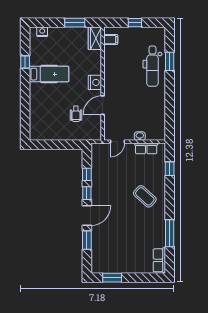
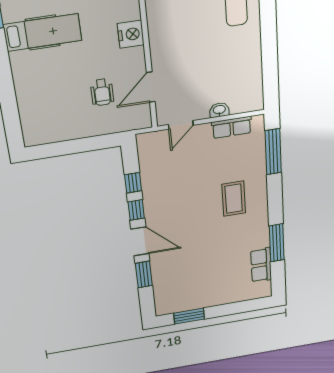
door: (103, 105) -> (151, 87), moved
window: (170, 169) -> (273, 152), width x2.17
coffee table: (145, 196) -> (234, 199), turned 48
door: (87, 215) -> (140, 241), hinge flipped
row of seats: (159, 260) -> (261, 265), moved

